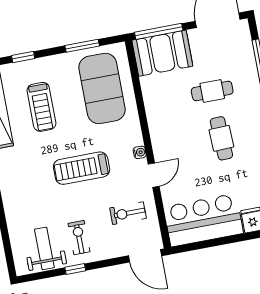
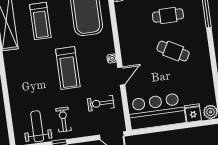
cafe table: (221, 138) -> (173, 51), turned -59
treadmill: (82, 168) -> (68, 68), turned -90

